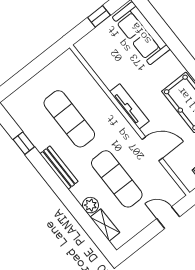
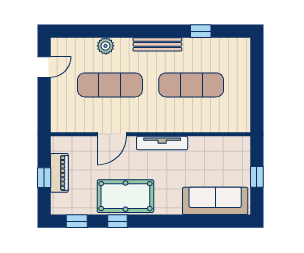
door: (168, 218) -> (44, 67), moved
shelving: (105, 225) -> (80, 45), removed

